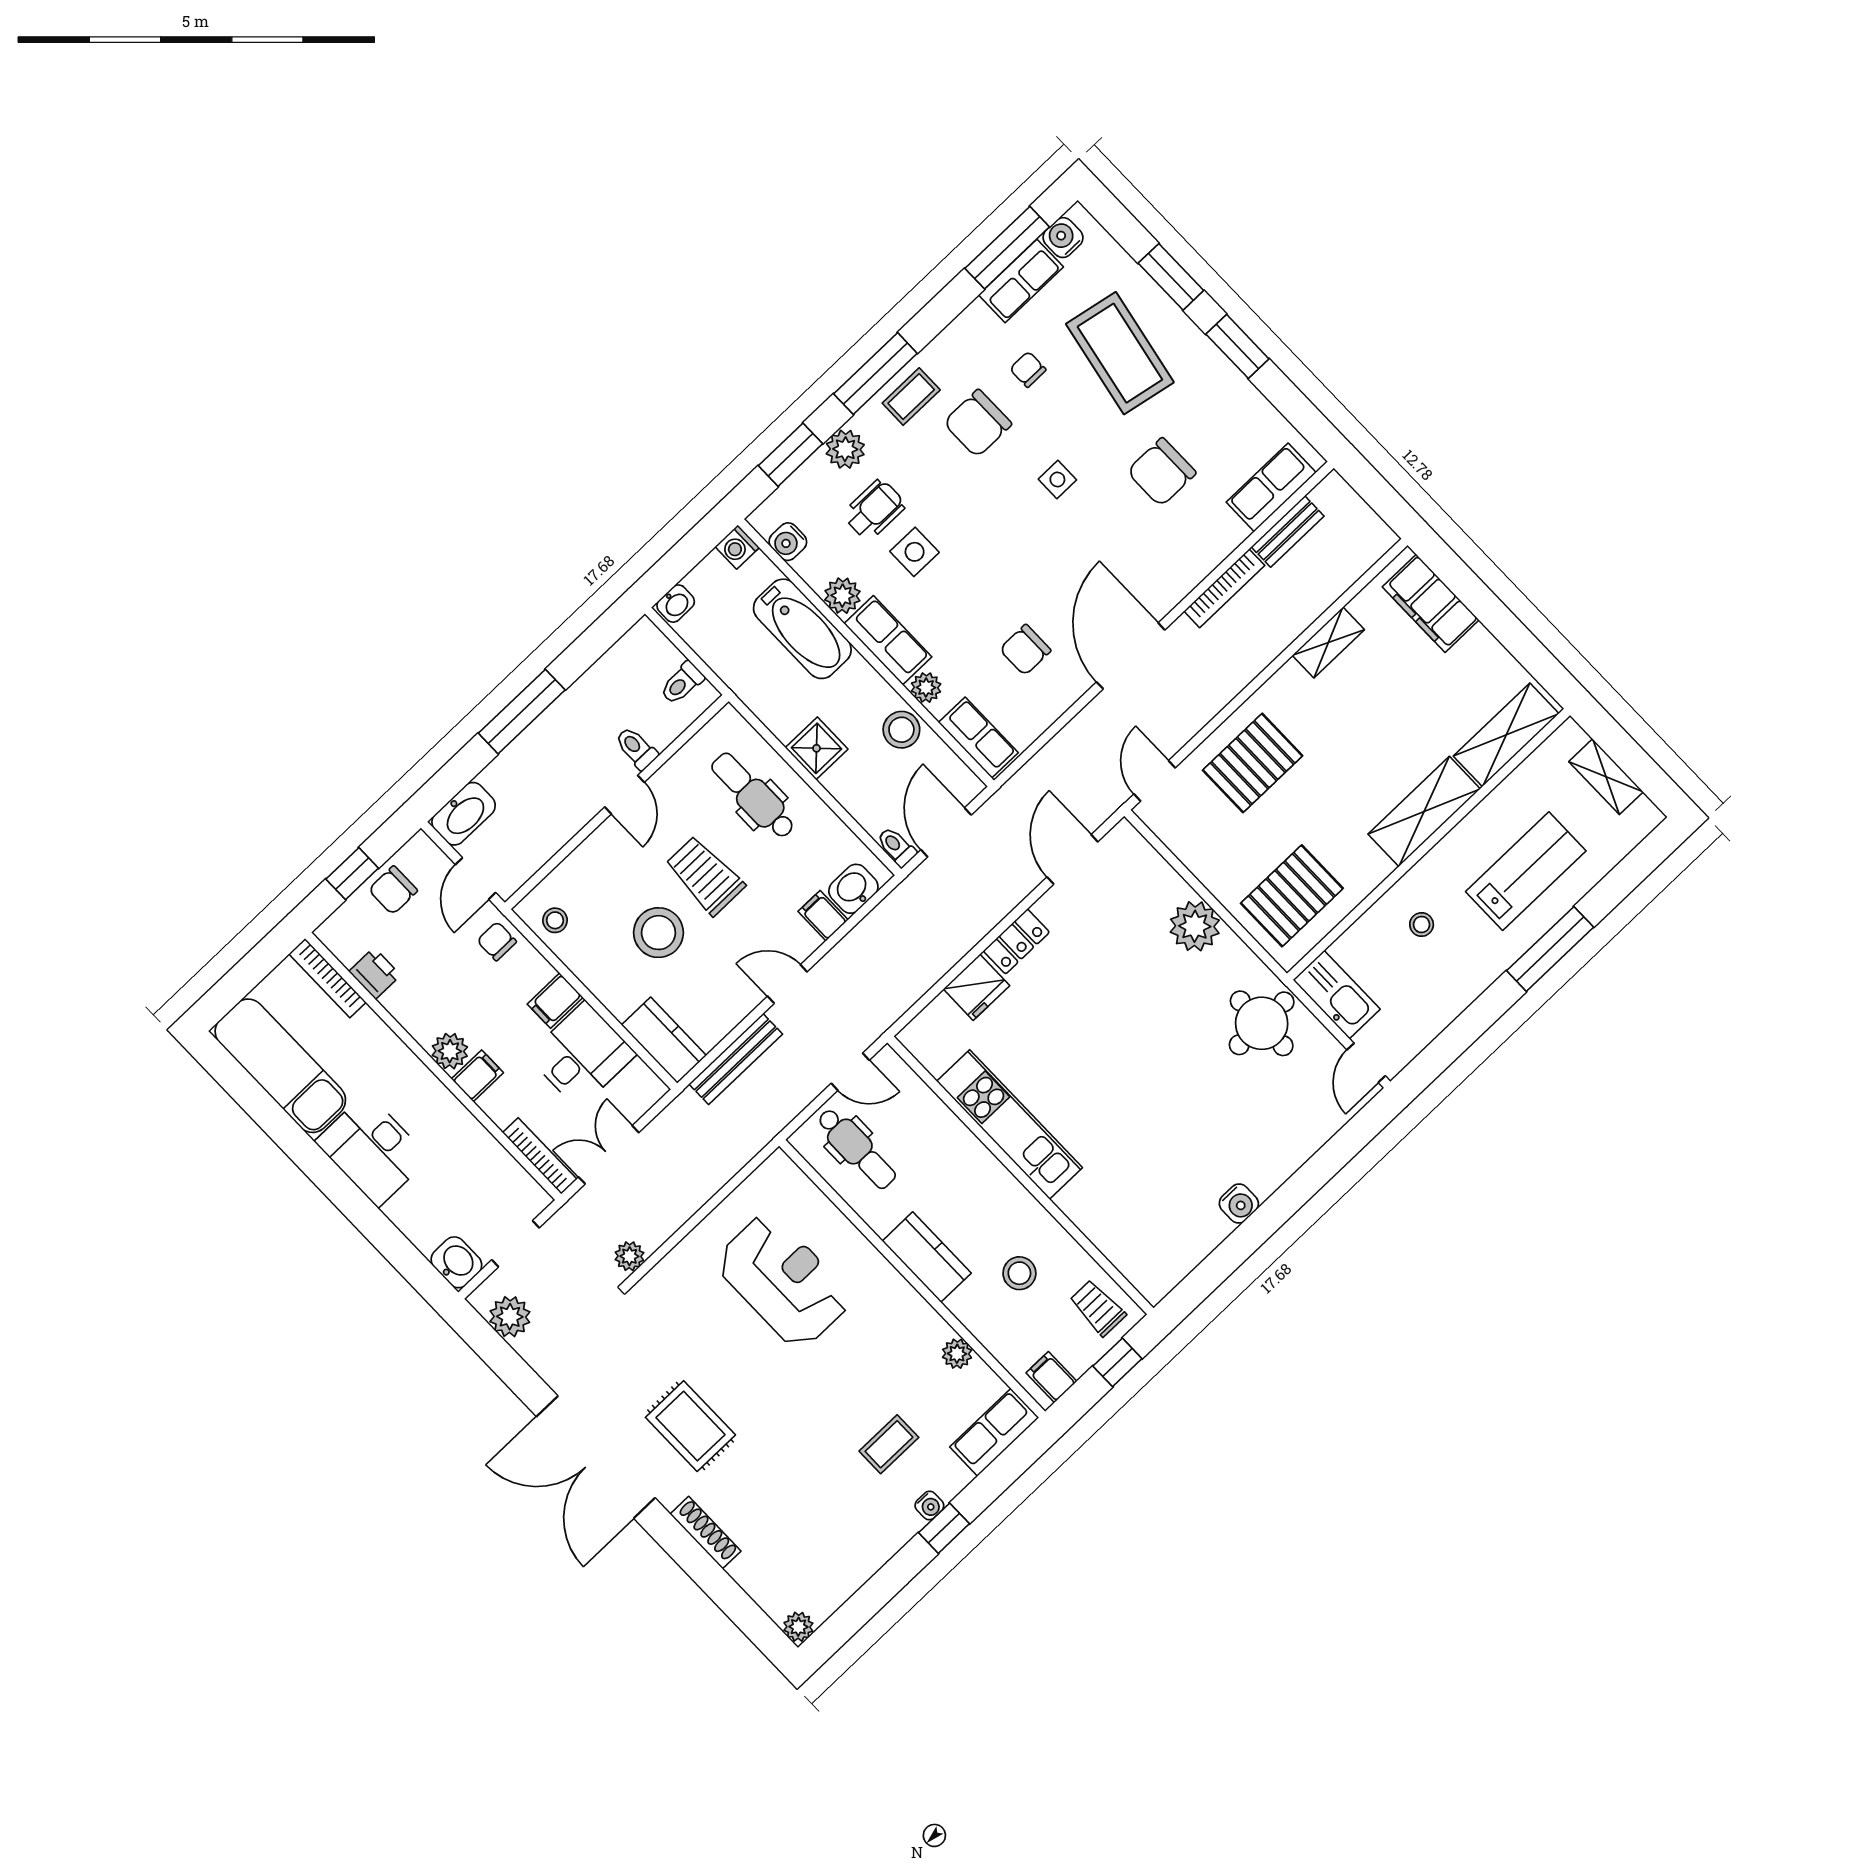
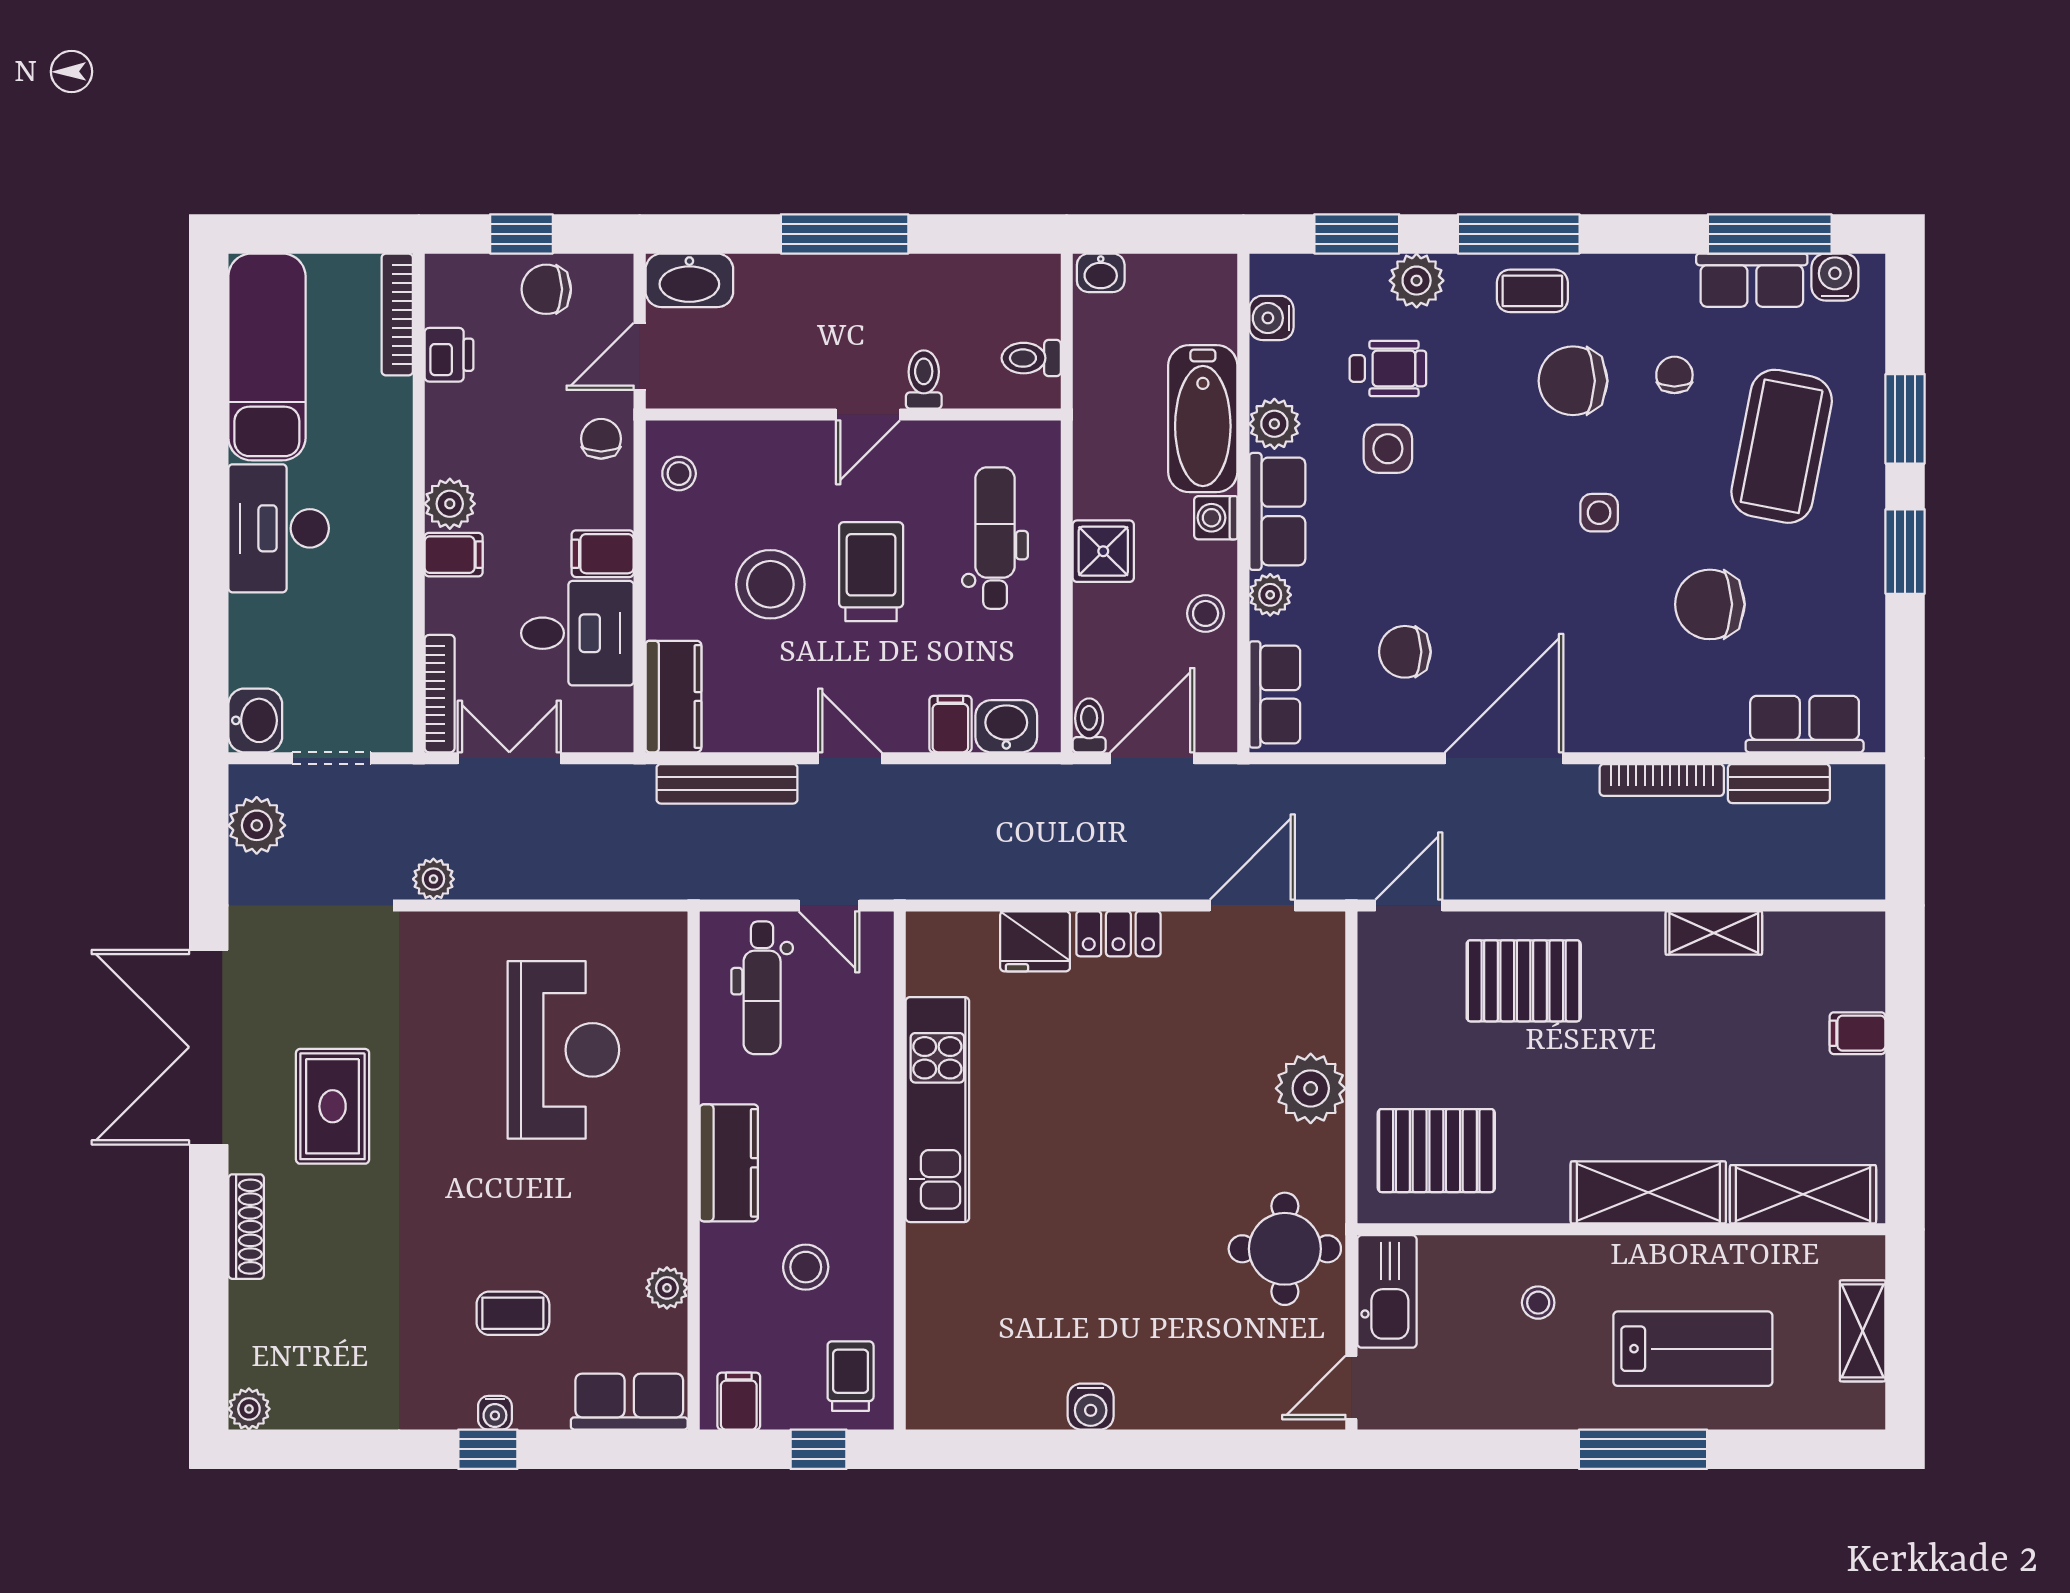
washing machine: (737, 547) -> (1216, 518), moved
filing cabinet: (1431, 603) -> (1858, 1033), width x0.33, depth x0.86
stool: (901, 730) -> (1206, 613), width x0.73, depth x0.73

